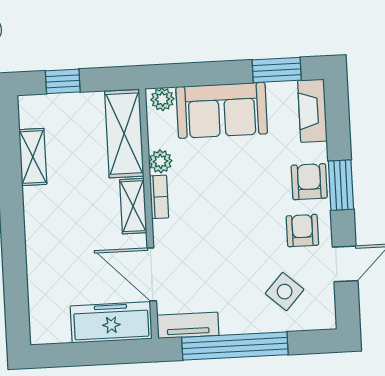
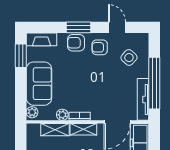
shelving: (124, 134) -> (55, 130), width x0.67, depth x0.75
tv unit: (188, 325) -> (143, 99), width x1.41

